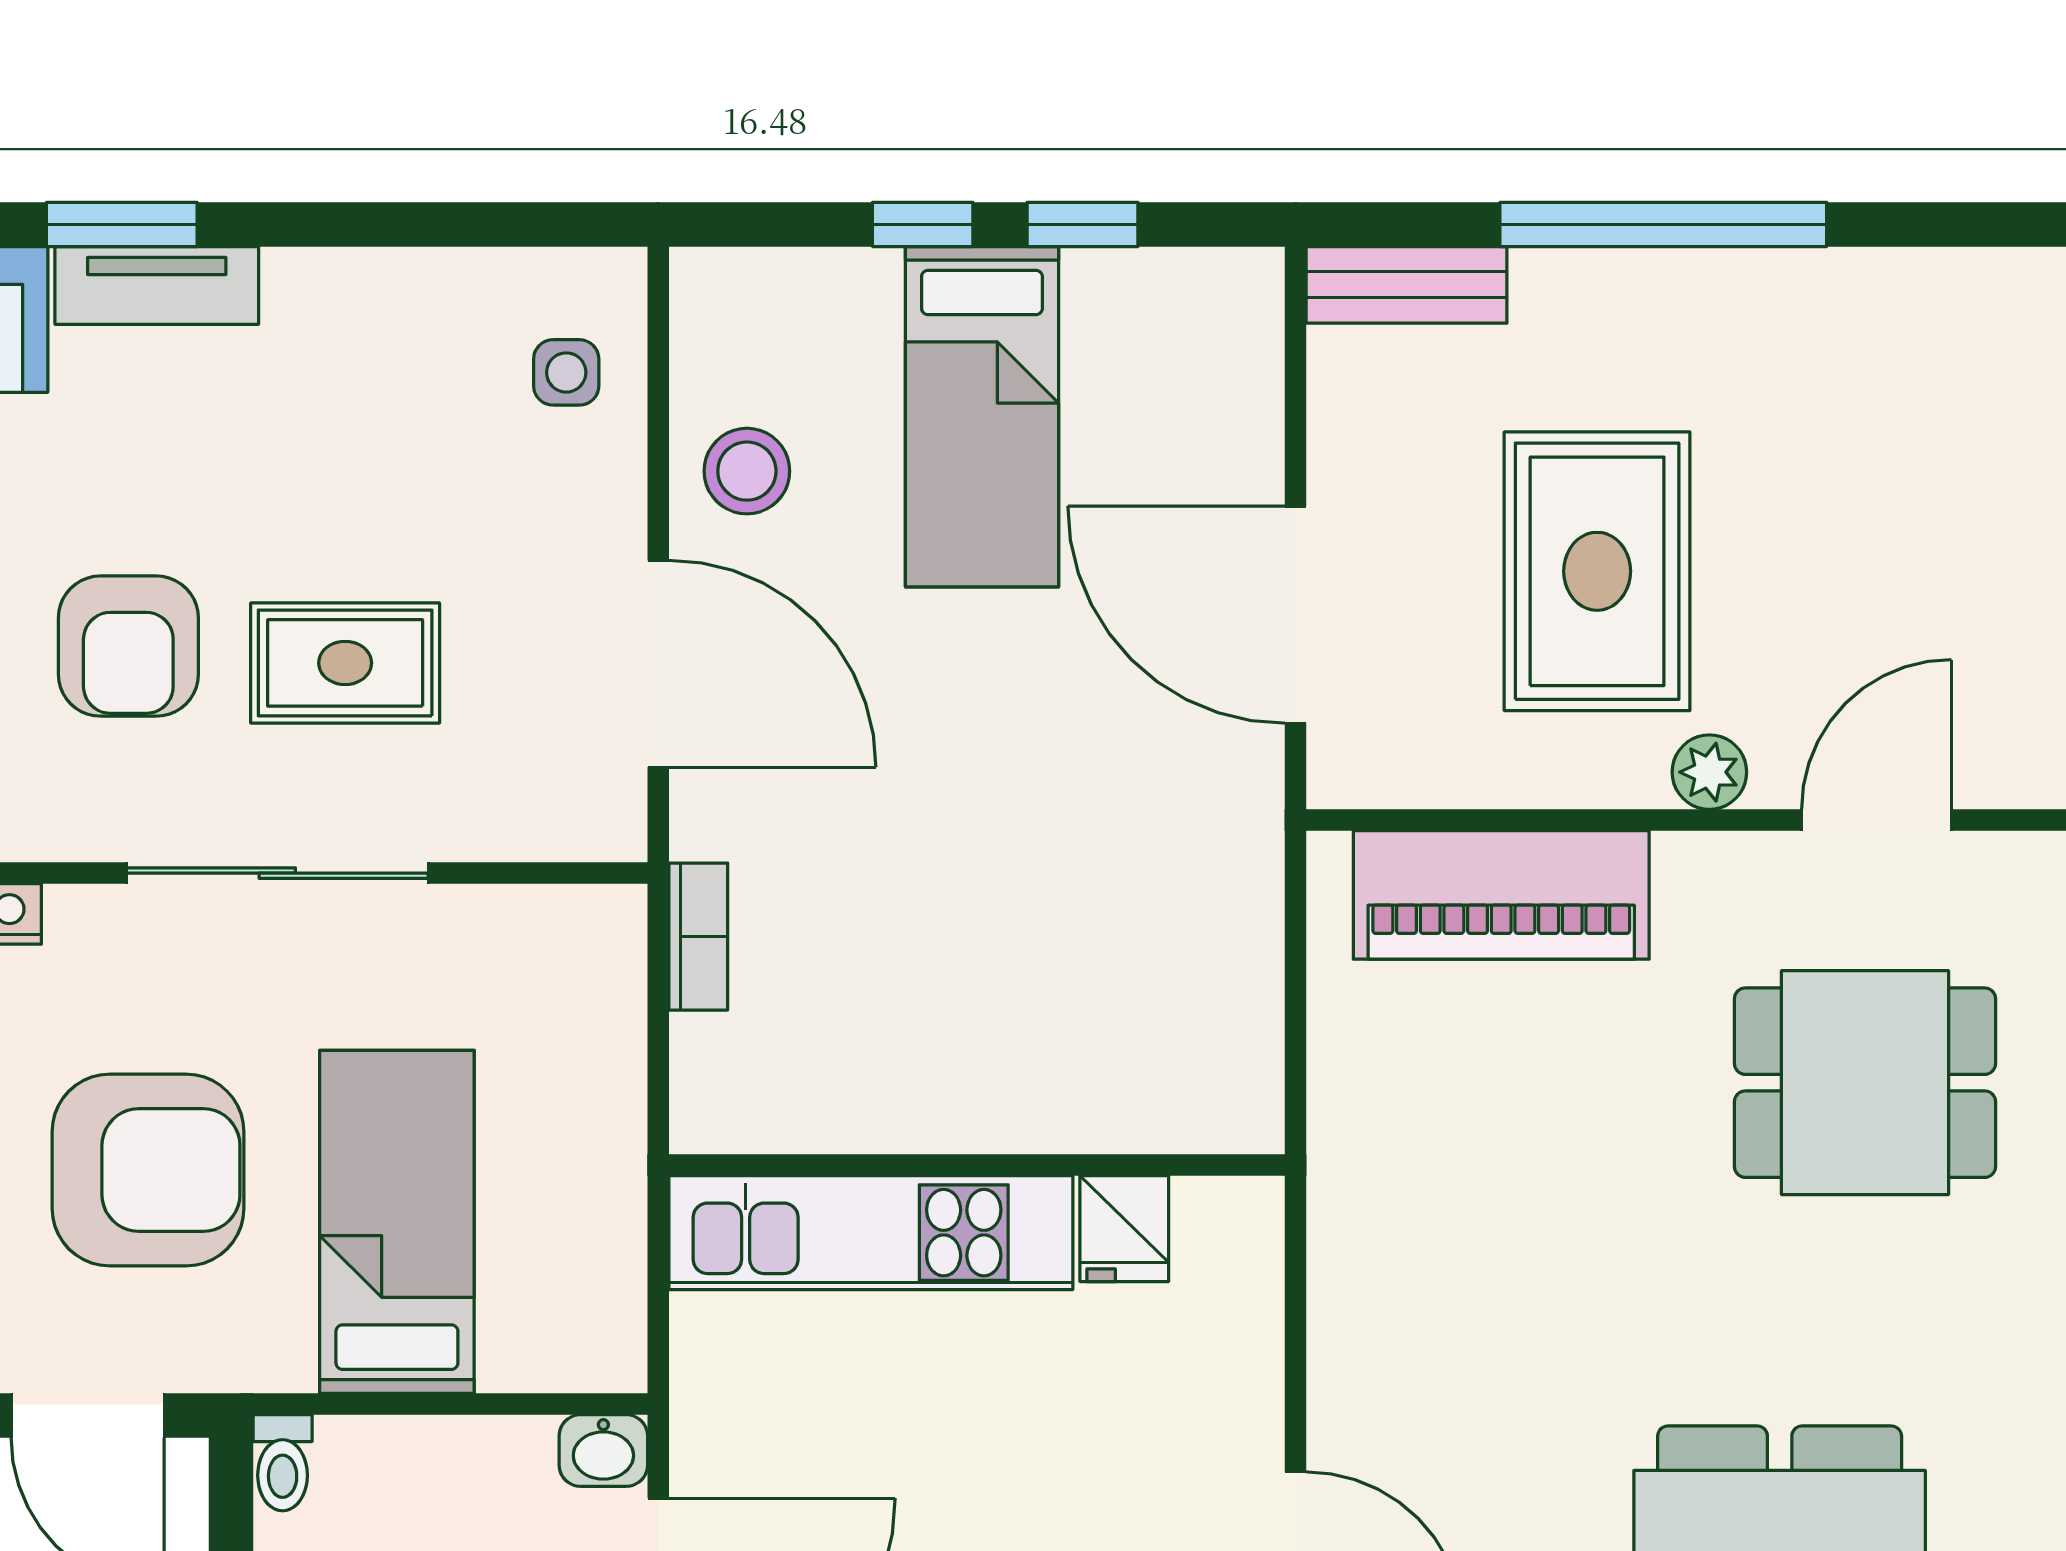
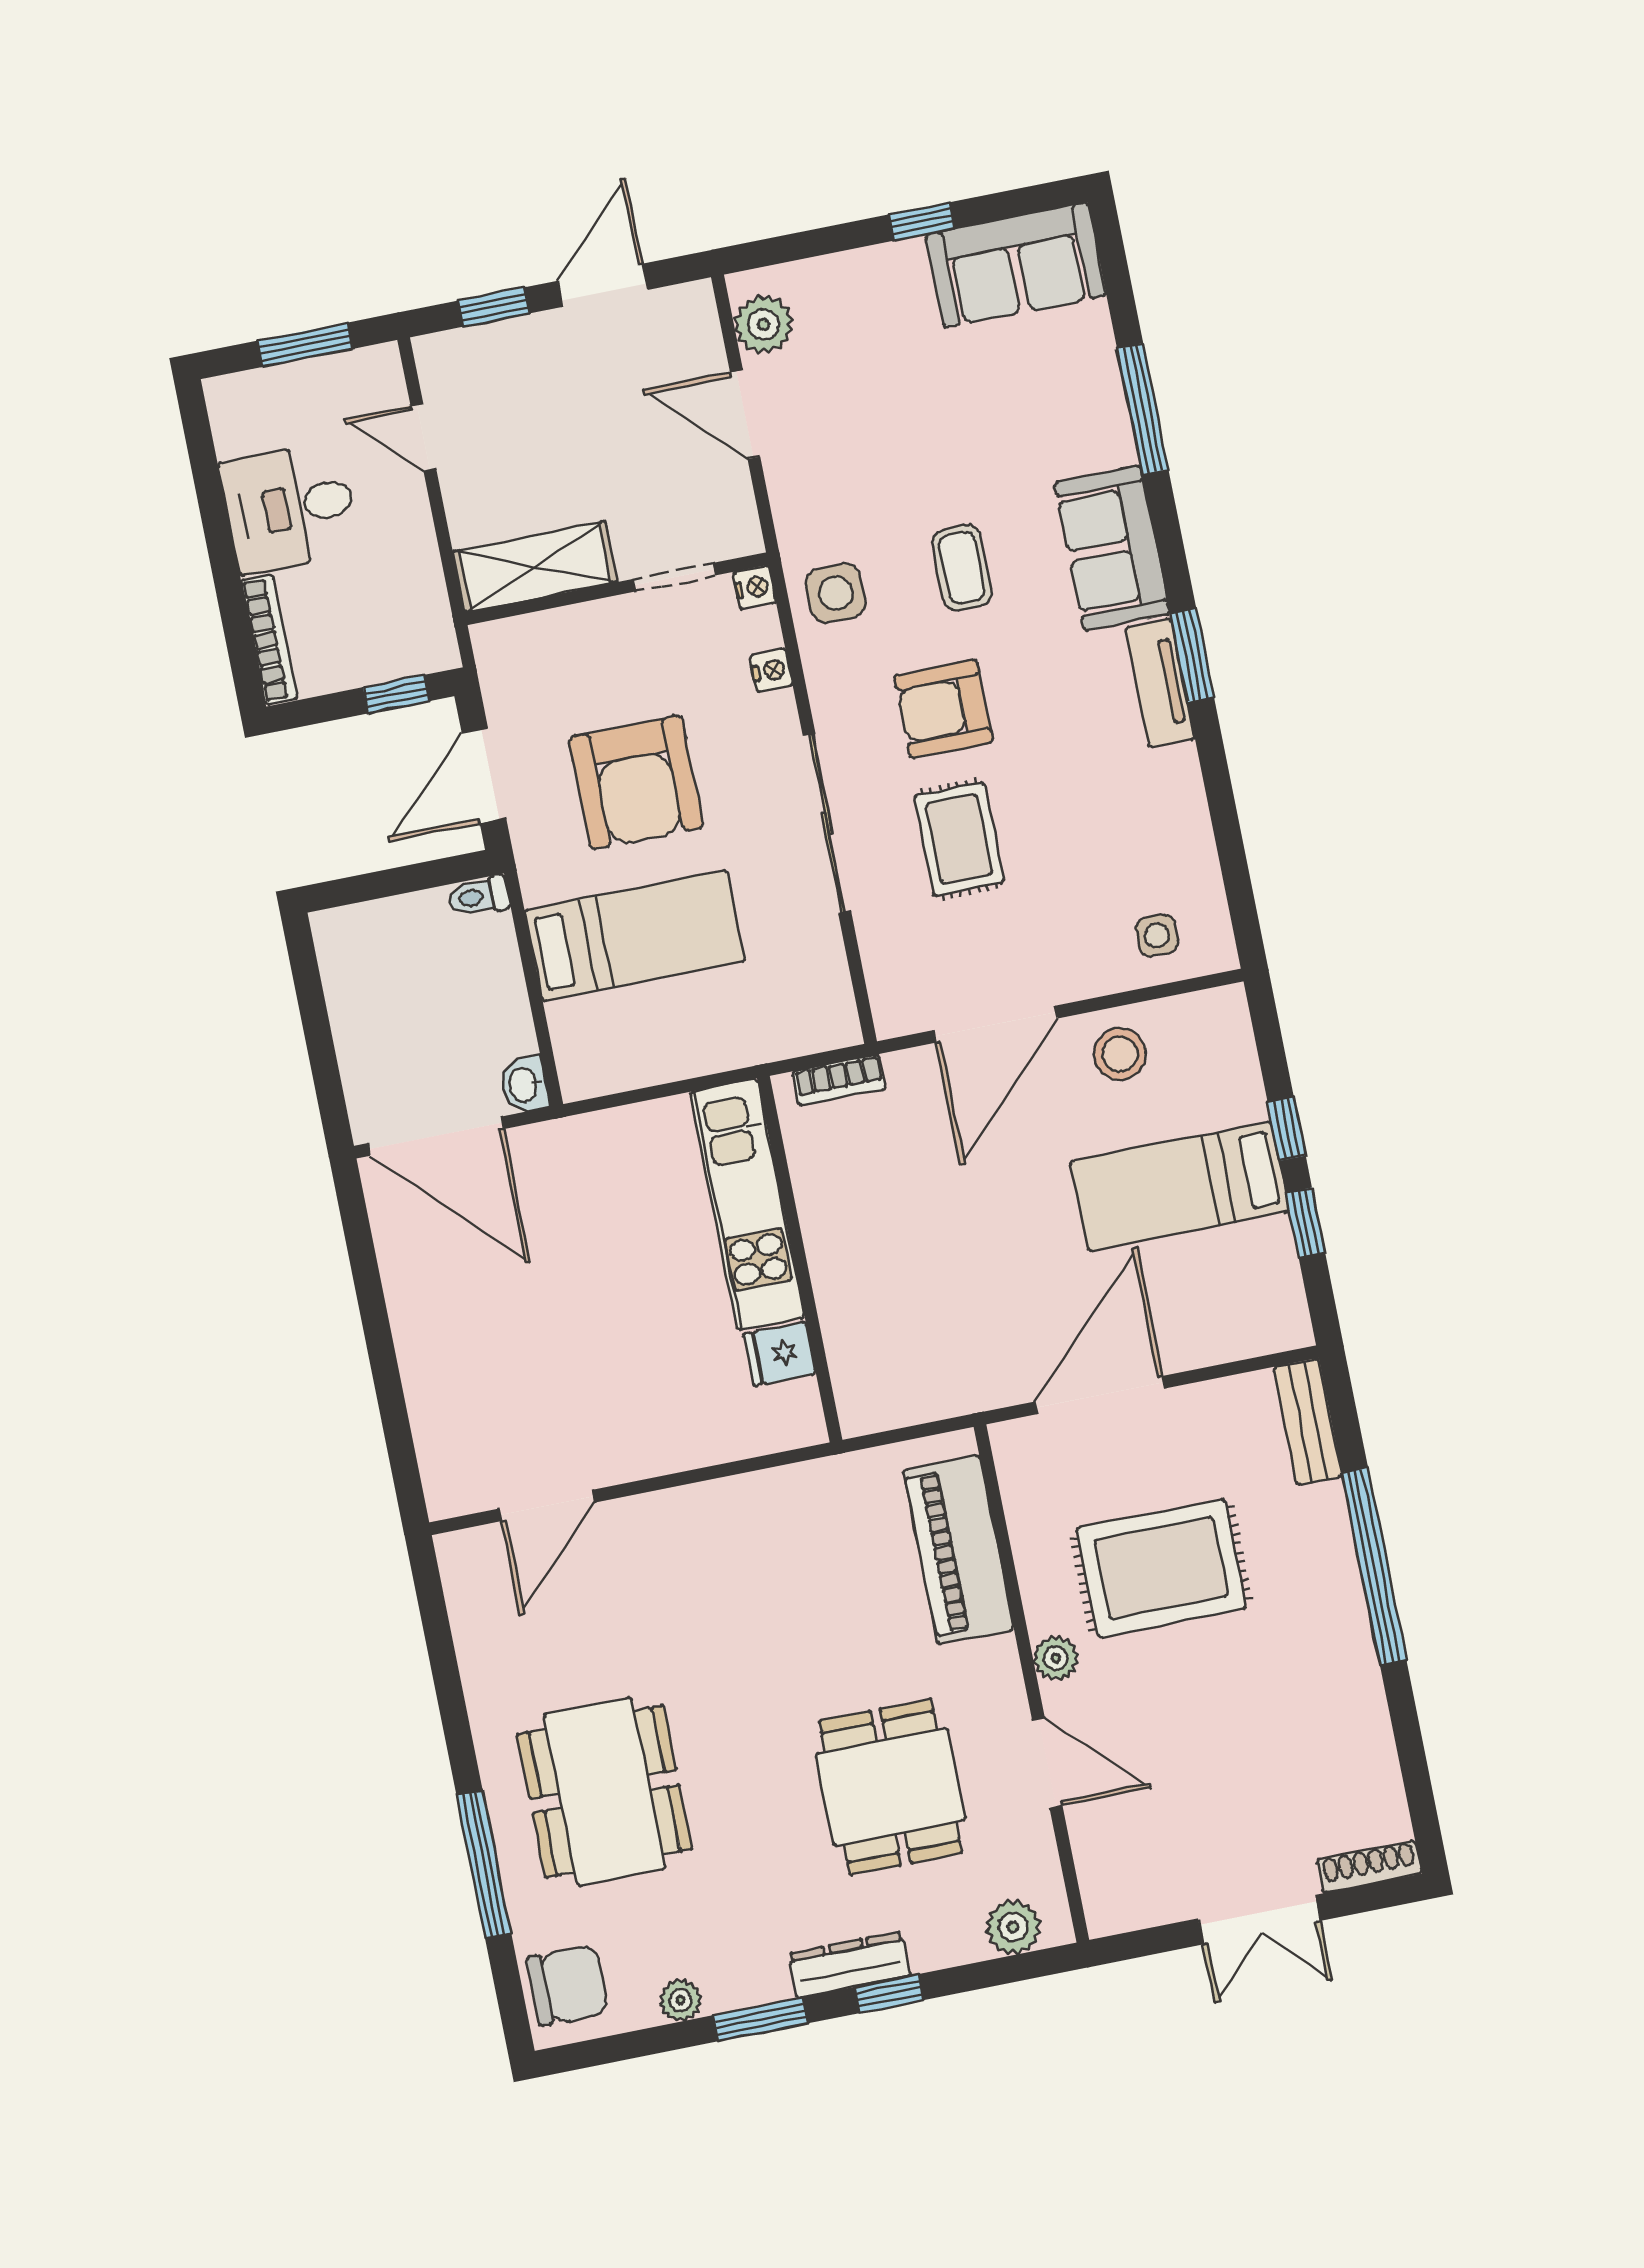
wall: (977, 1165) -> (800, 1259), moved
fridge: (1124, 1229) -> (780, 1354), moved
kitchen unit: (871, 1233) -> (747, 1204), moved

